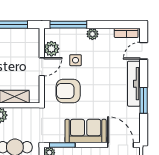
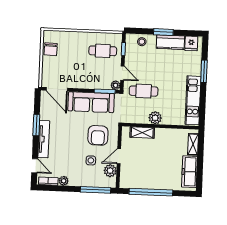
plant: (92, 34) -> (64, 181), moved
door: (144, 51) -> (35, 166), hinge flipped
armchair: (68, 91) -> (98, 135), turned 90
sofa: (86, 131) -> (91, 102), width x1.36

